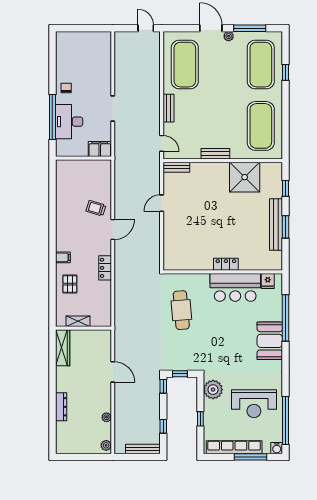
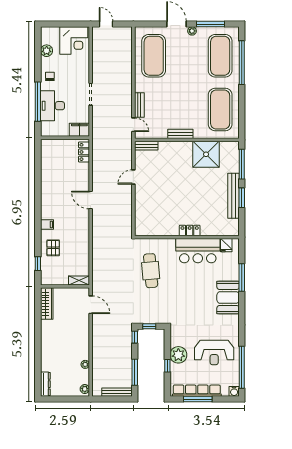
door: (146, 28) -> (106, 24), moved
corner desk: (93, 47) -> (74, 41), added
plant: (62, 59) -> (47, 51), added
window: (285, 72) -> (242, 63), width x3.17
bench: (168, 108) -> (139, 105), moved
window: (285, 188) -> (242, 164), width x2.17
trolley: (96, 208) -> (76, 181), removed
door: (113, 229) -> (91, 200), swing flipped
locker: (105, 268) -> (84, 152), moved
window: (52, 302) -> (38, 264), added
window: (285, 318) -> (242, 277), width x0.68
shelving: (78, 321) -> (79, 280), moved
door: (113, 372) -> (91, 305), moved
plant: (213, 390) -> (178, 355), moved
dresser: (61, 407) -> (45, 384), moved
window: (163, 426) -> (135, 372), width x2.17
window: (251, 457) -> (198, 399), moved

